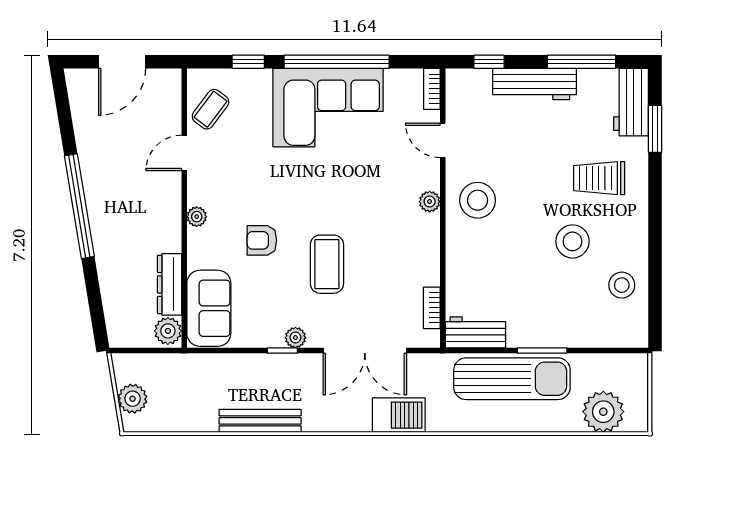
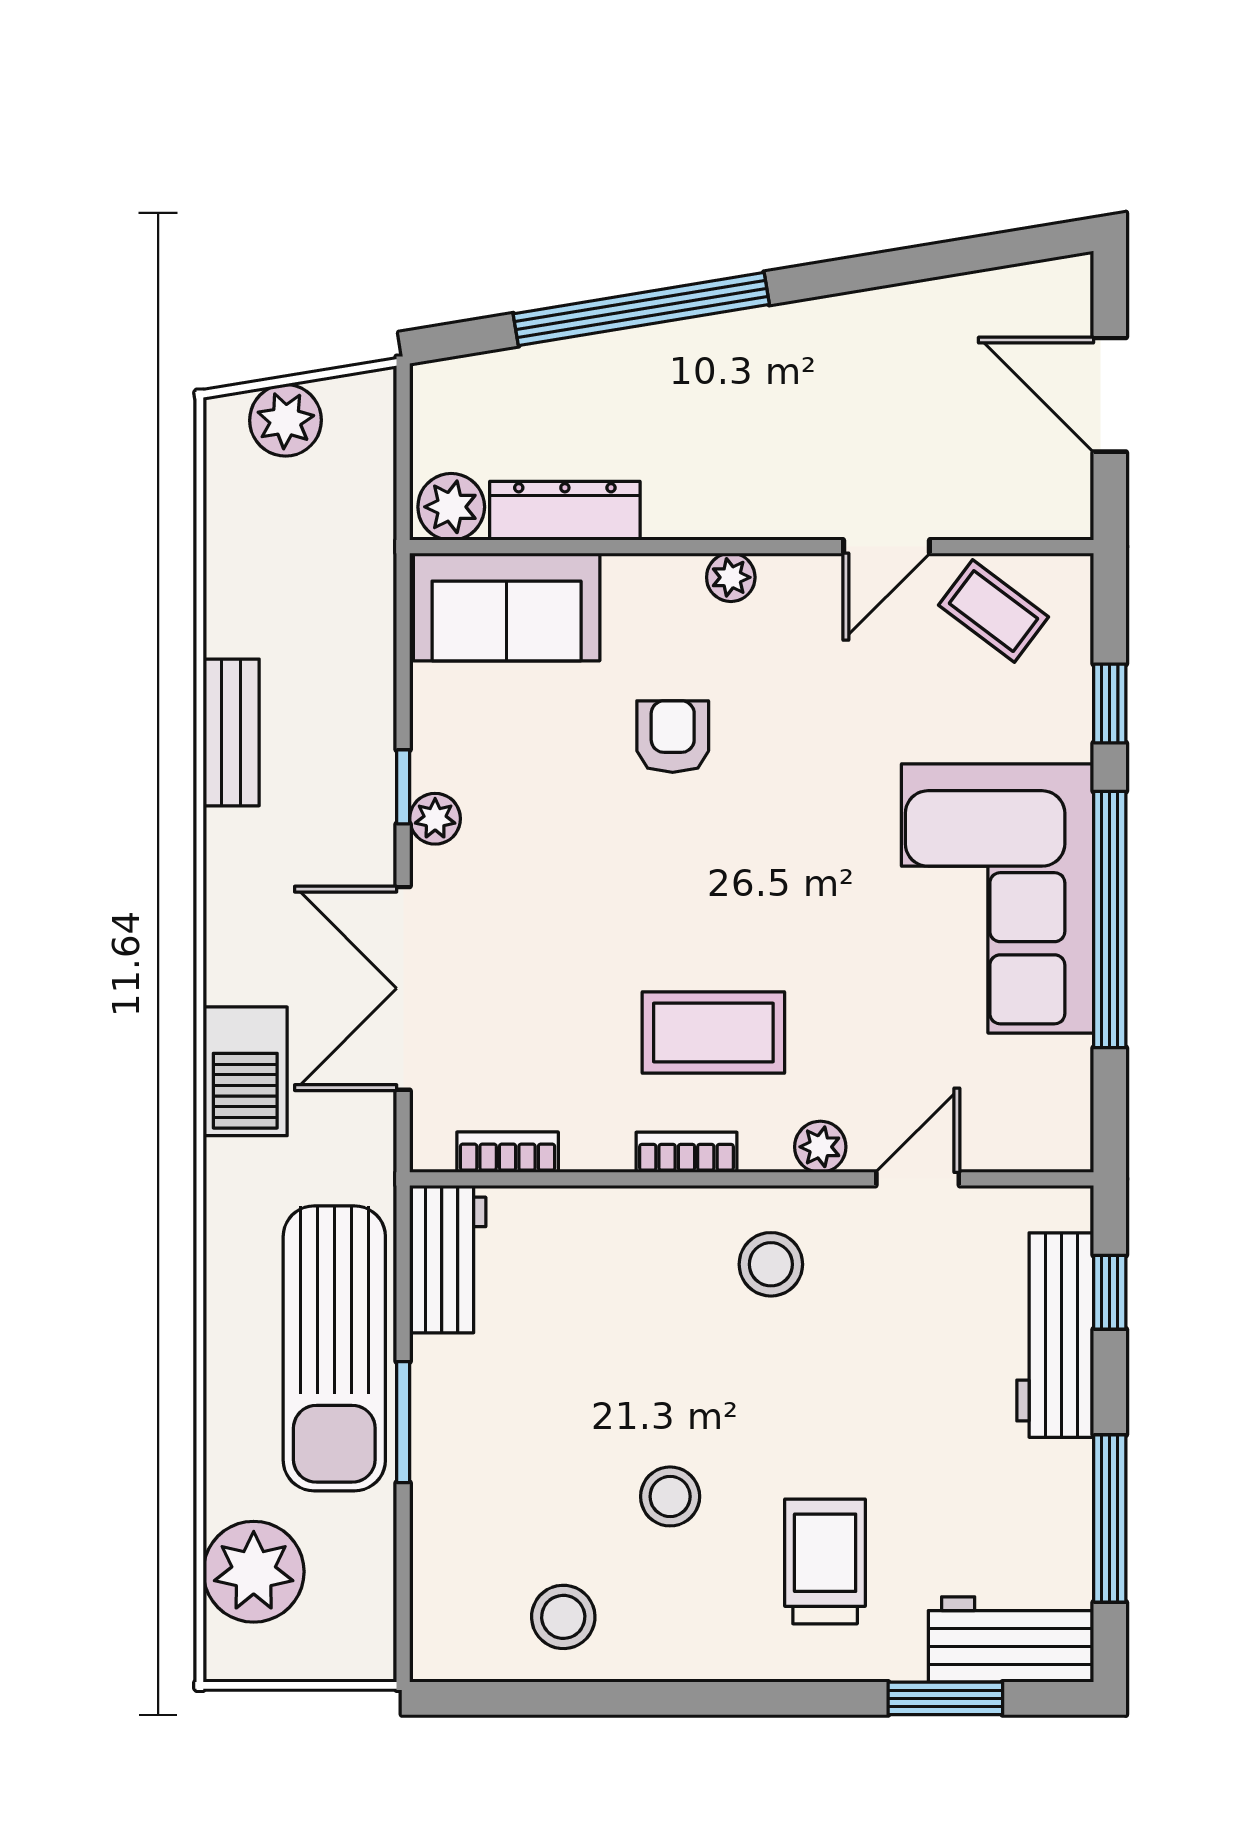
workbench: (534, 84) -> (1055, 1335), moved
bookcase: (432, 89) -> (686, 1152), moved
door: (184, 153) -> (887, 547), swing flipped
stool: (478, 200) -> (771, 1264), width x0.73, depth x0.73
plant: (430, 202) -> (820, 1147), moved
window: (79, 206) -> (641, 309), moved
stool: (573, 241) -> (670, 1496), width x0.73, depth x0.73
coffee table: (327, 264) -> (713, 1033), moved
bench: (260, 421) -> (231, 732), width x0.73

